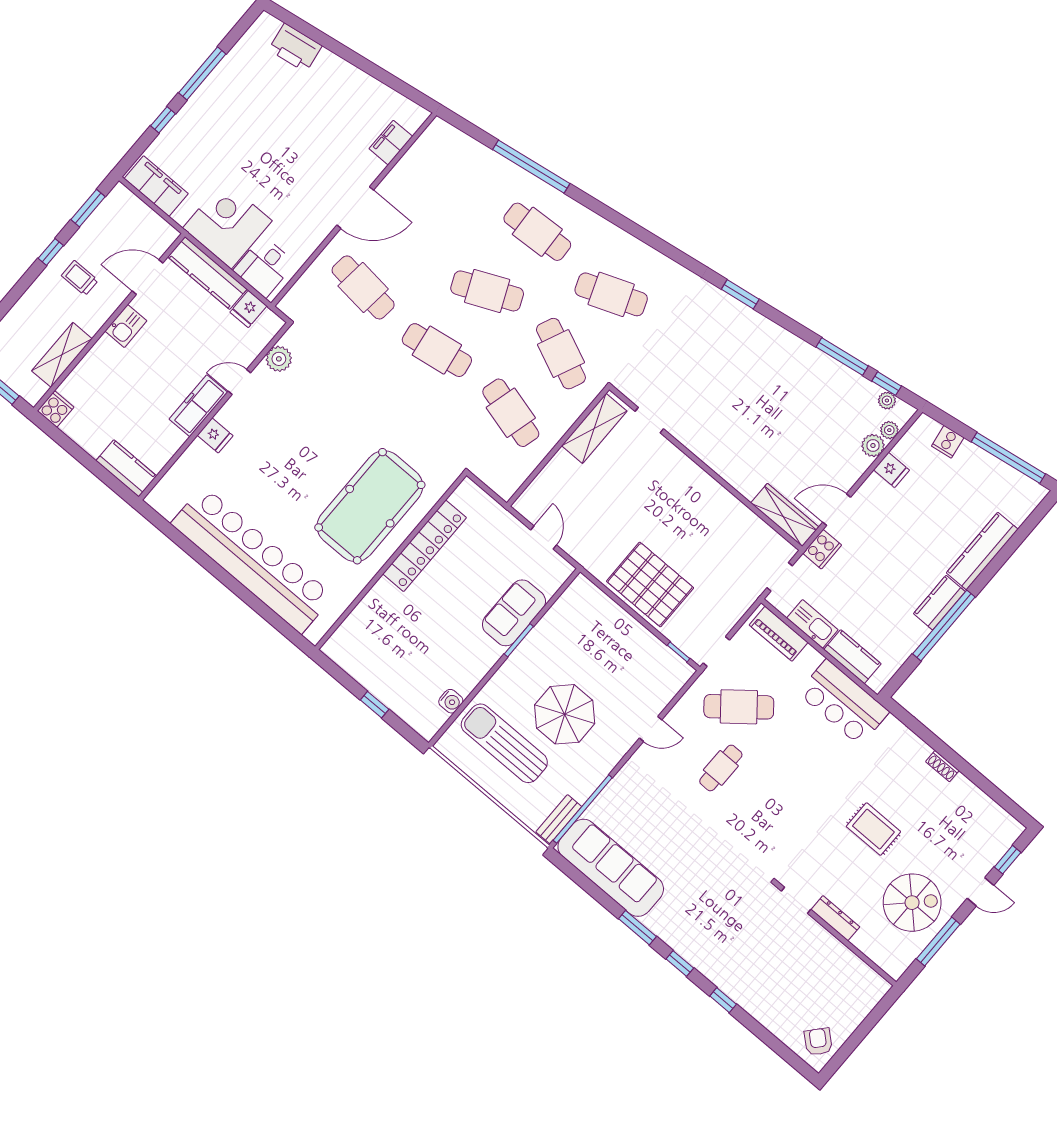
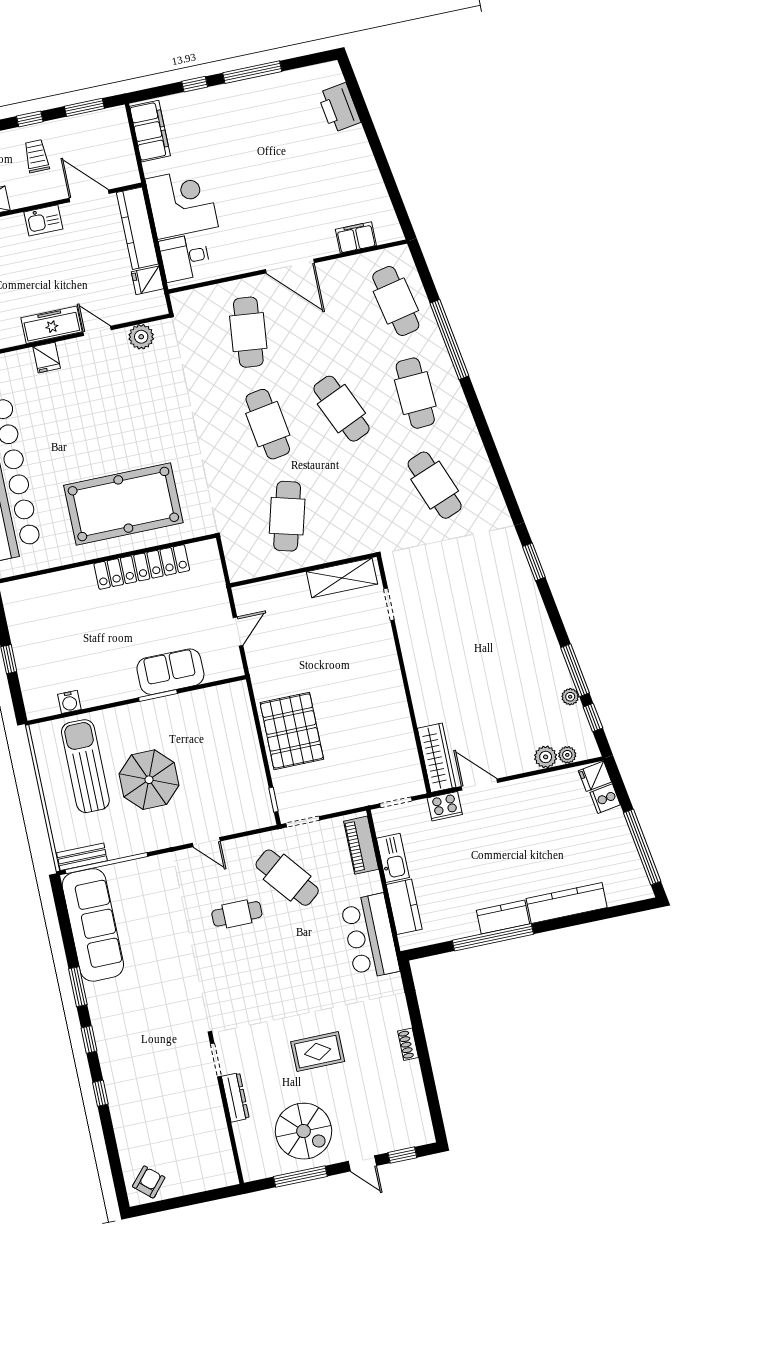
cafe table: (561, 354) -> (396, 301), moved, turned -36
plant: (887, 401) -> (570, 697), moved
fridge: (891, 470) -> (595, 776), moved, turned 81
rug: (873, 829) -> (318, 1052), turned 90

